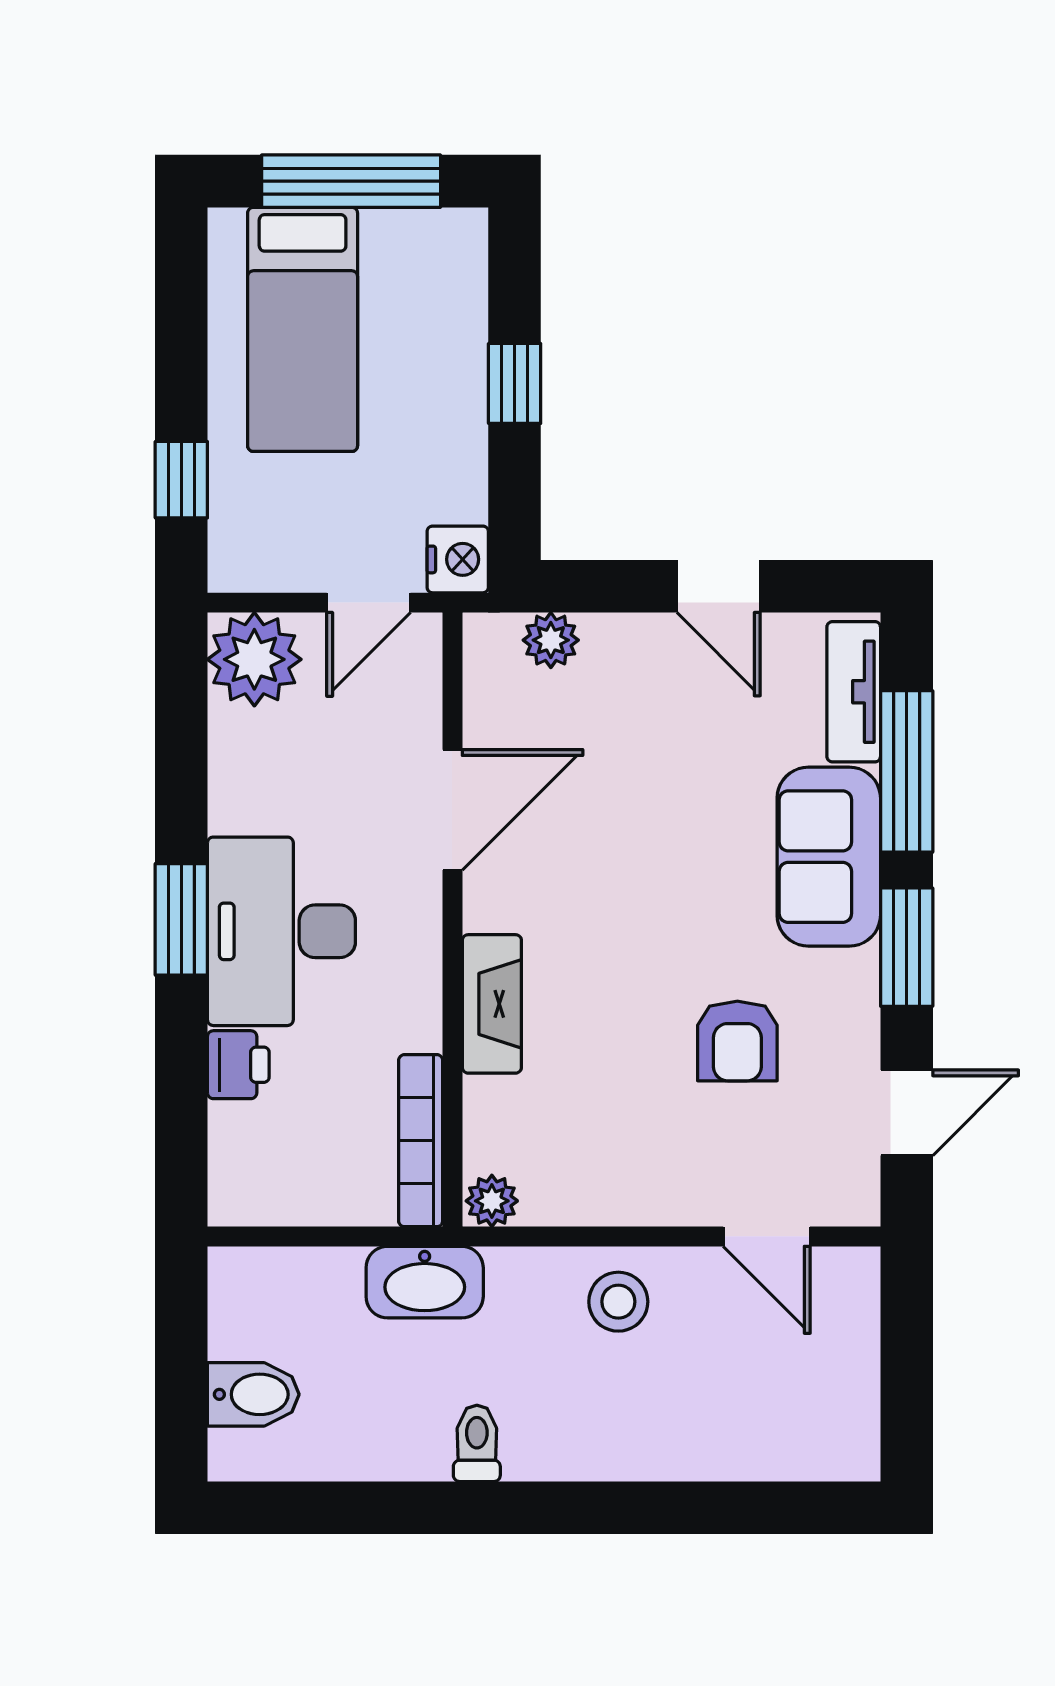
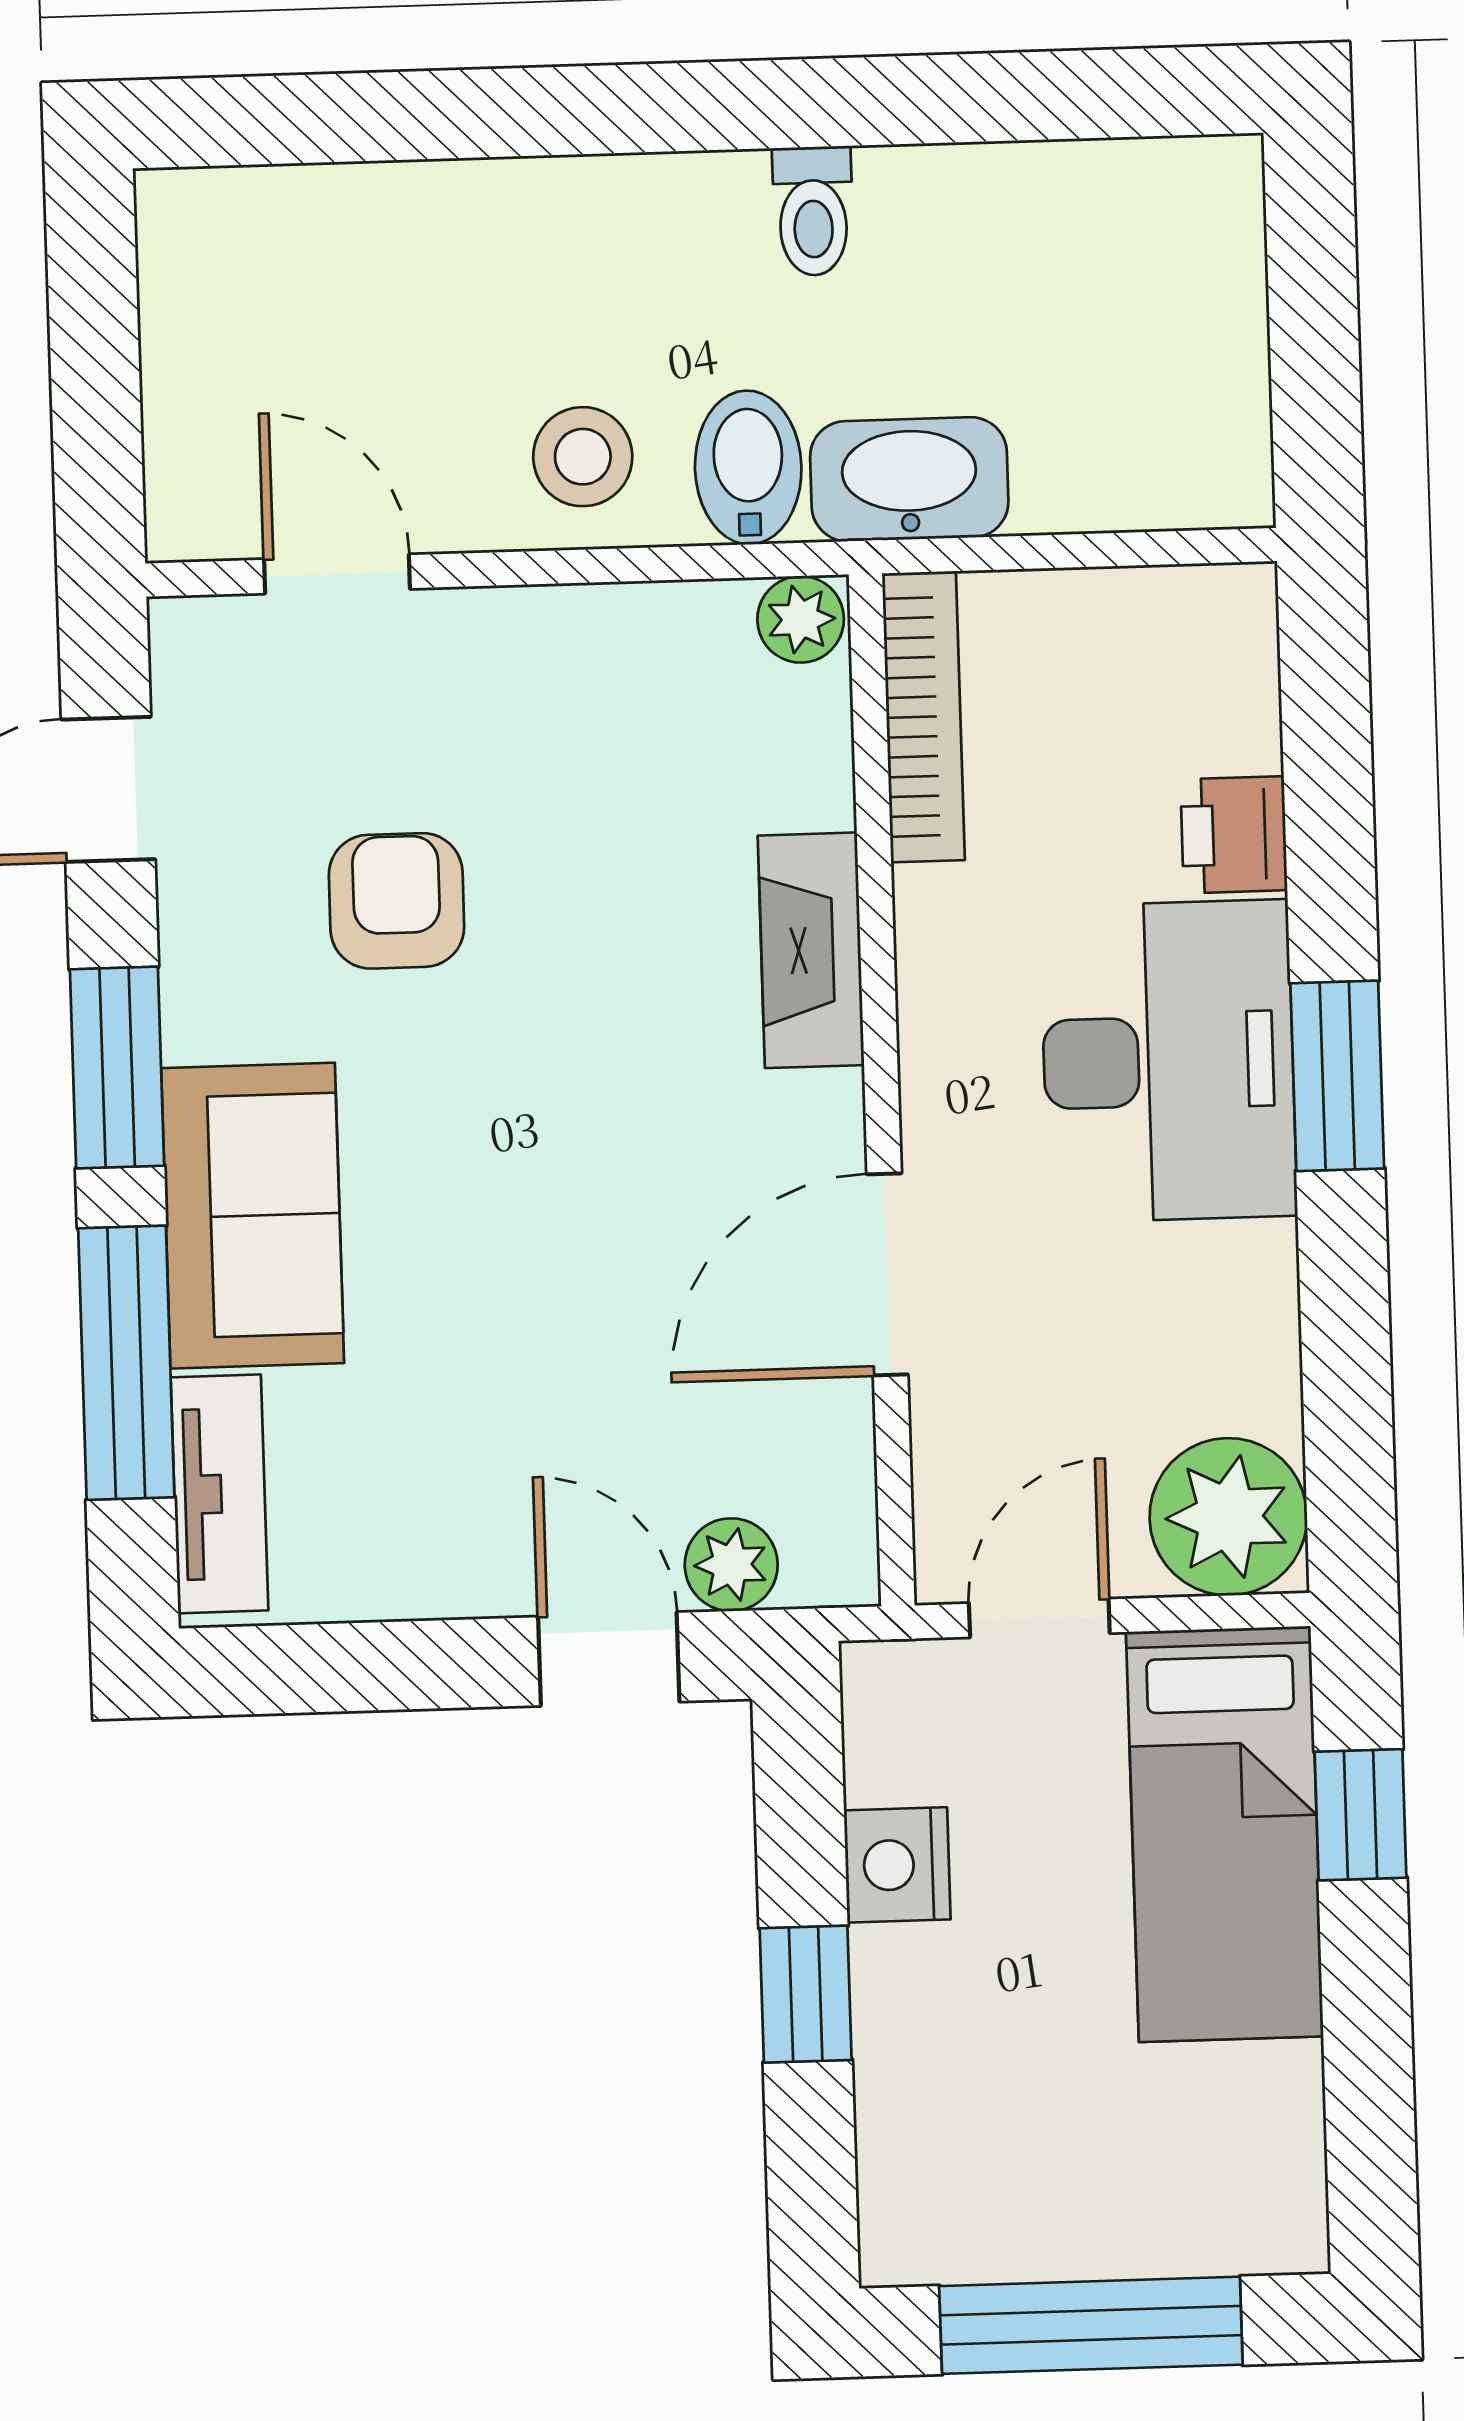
bed: (303, 329) -> (1225, 1834), moved, turned 180
nightstand: (458, 559) -> (897, 1865), moved
door: (719, 586) -> (609, 1659), moved
bidet: (253, 1394) -> (748, 468), moved, turned 90

